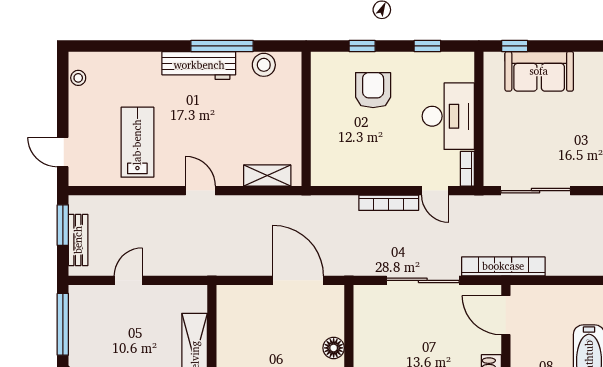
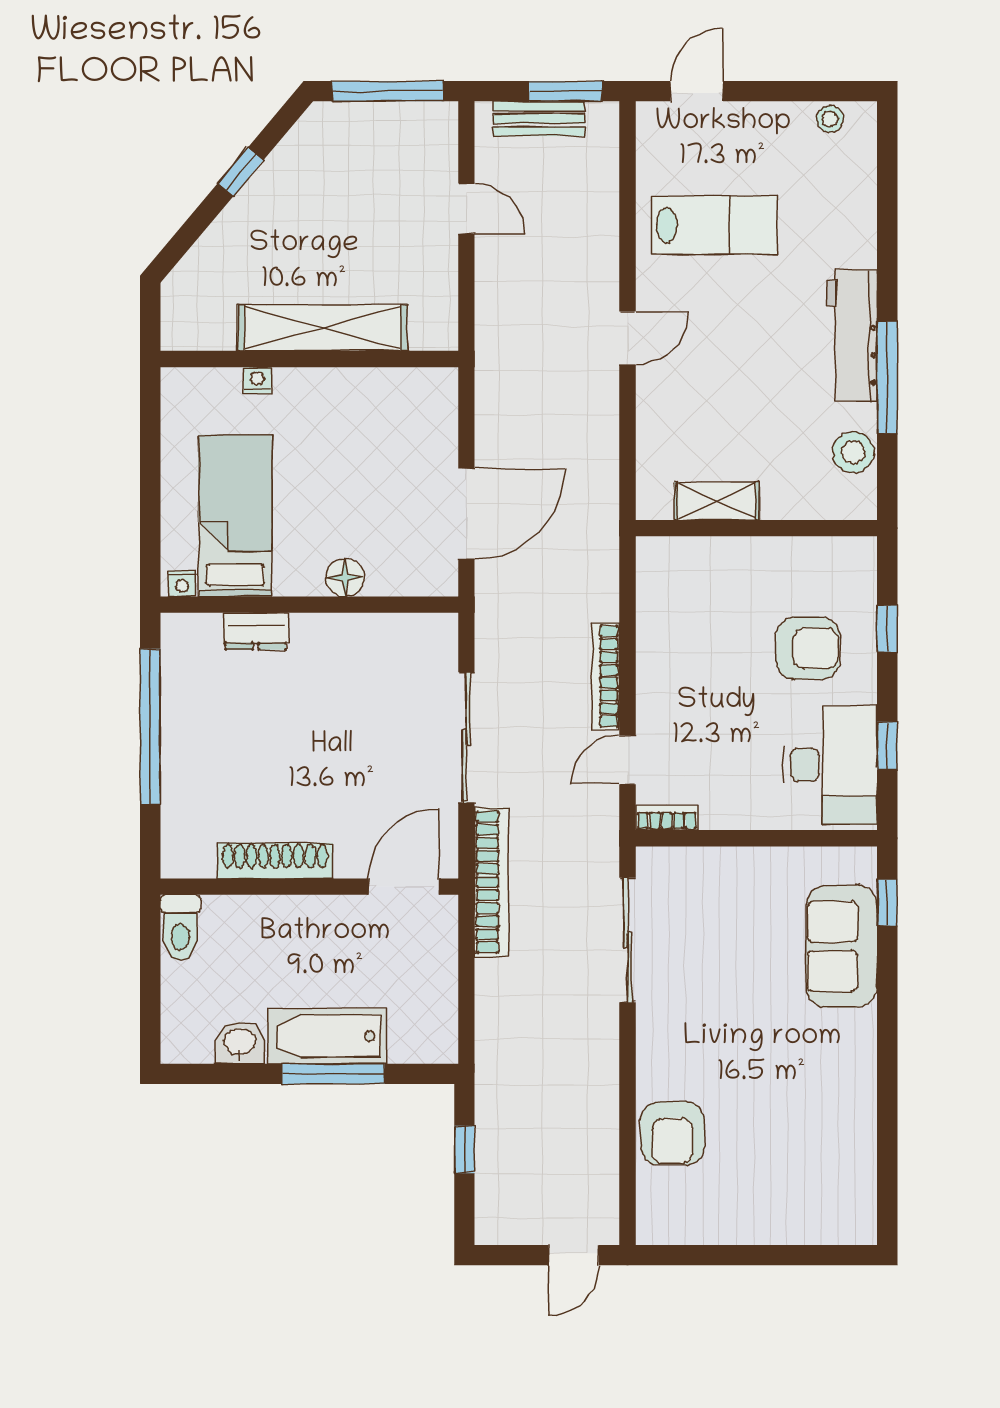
desk: (448, 116) -> (830, 765), moved, turned -90
shelving: (267, 176) -> (717, 501), moved, turned 90

